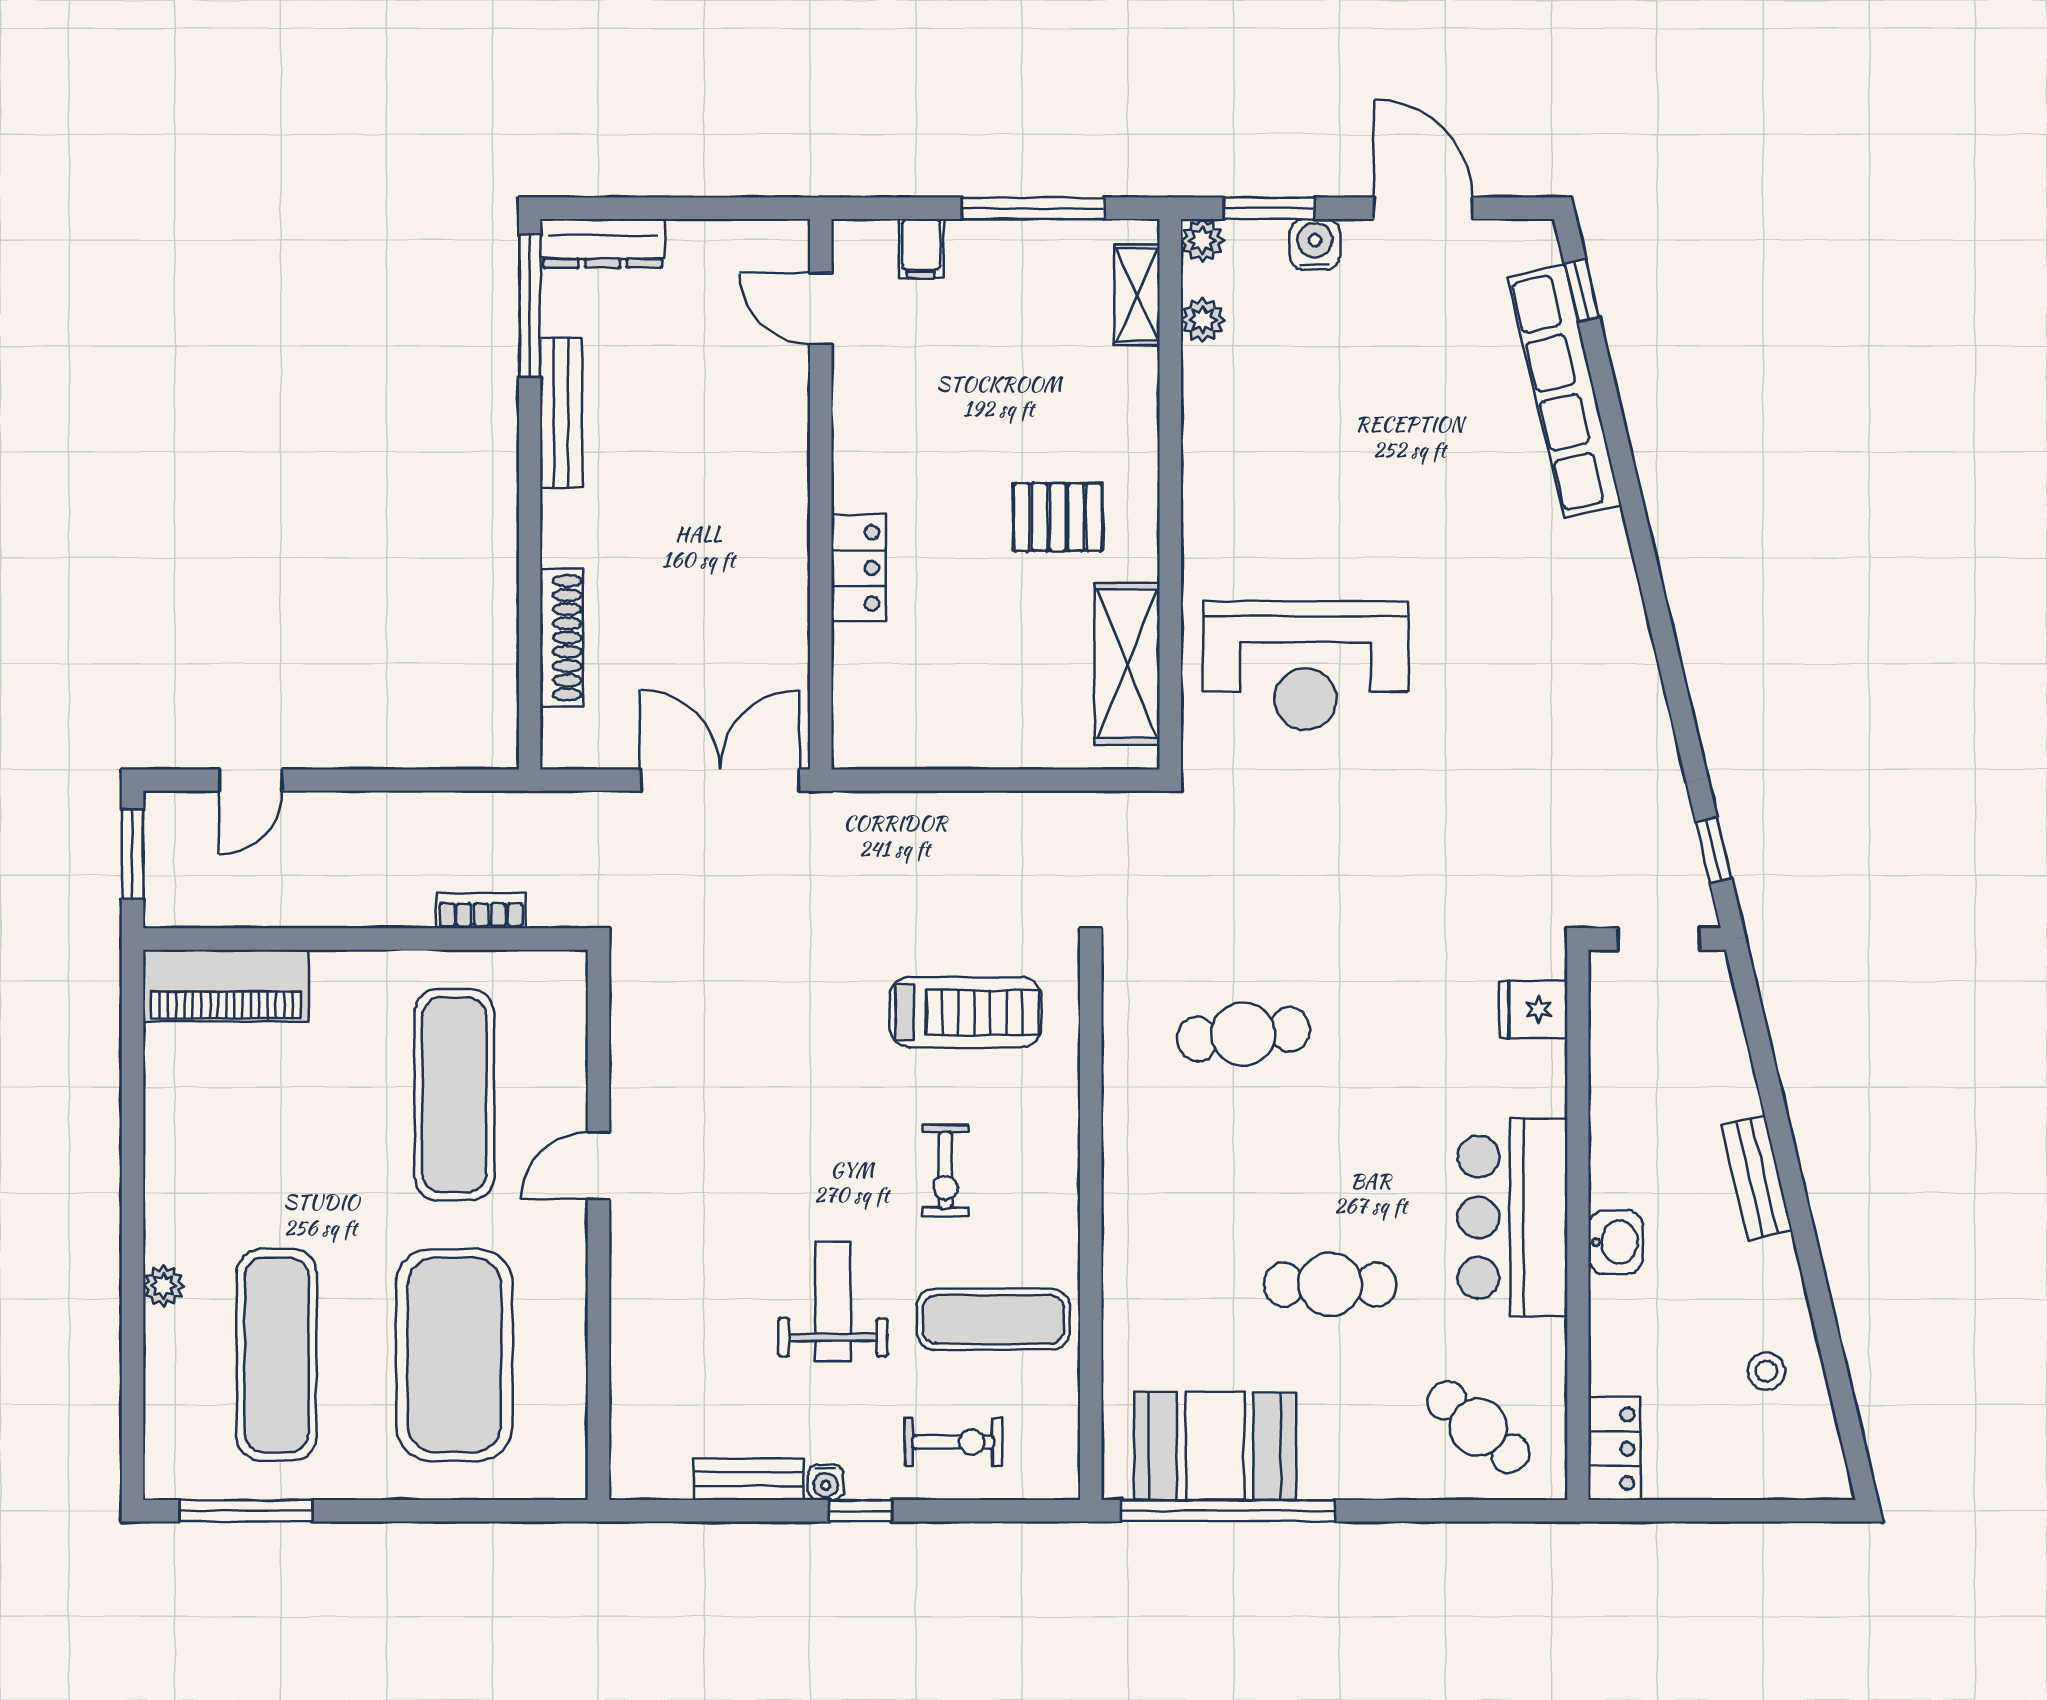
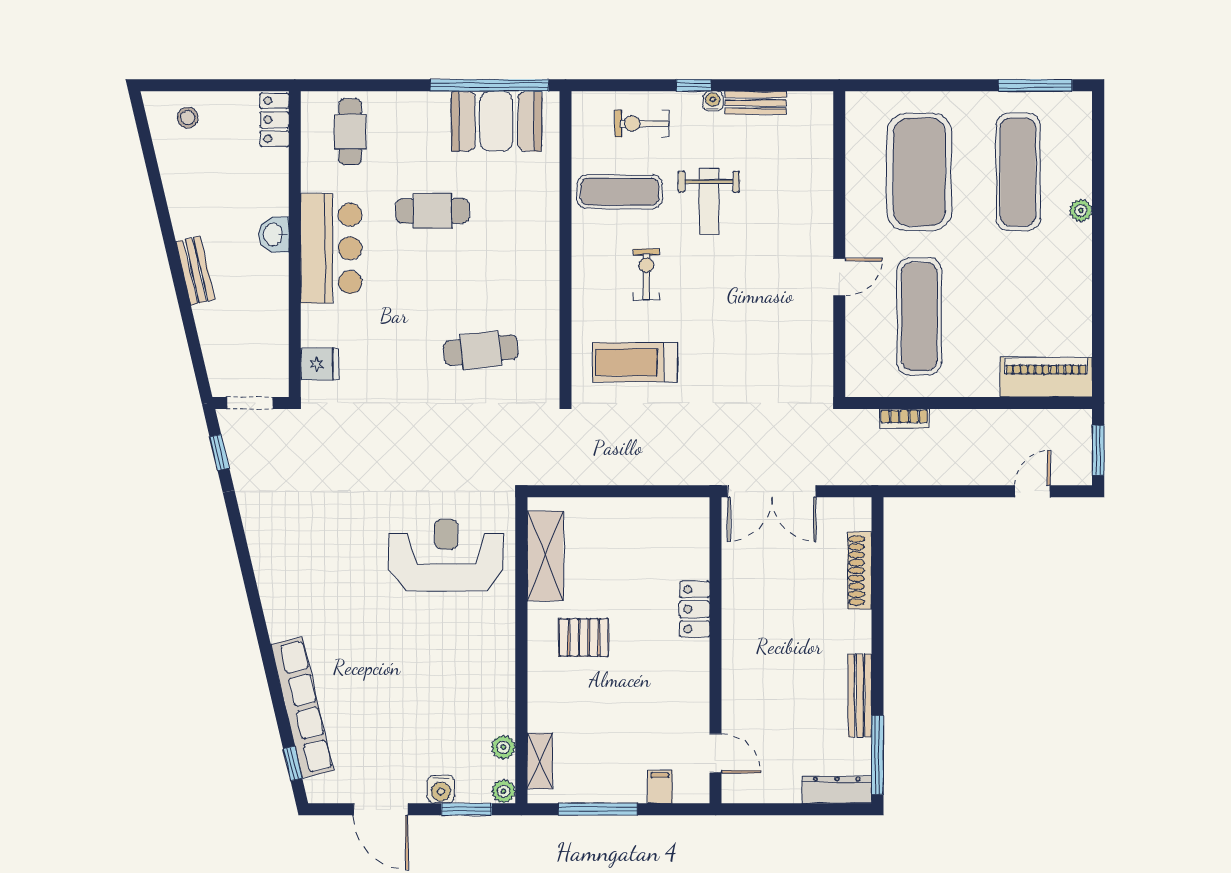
stool: (1766, 1371) -> (188, 118), moved
cafe table: (1478, 1427) -> (350, 132), turned 50

